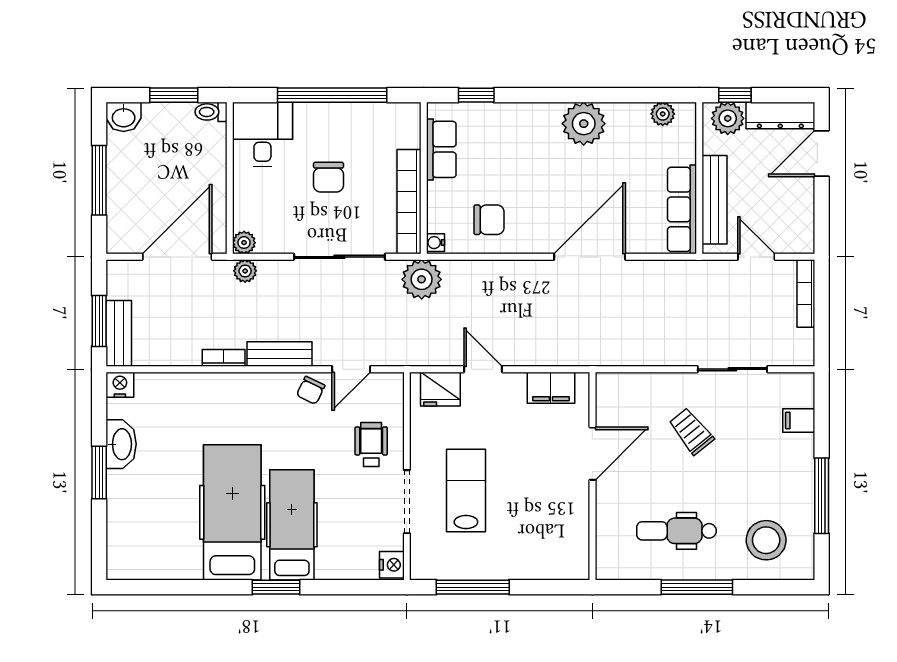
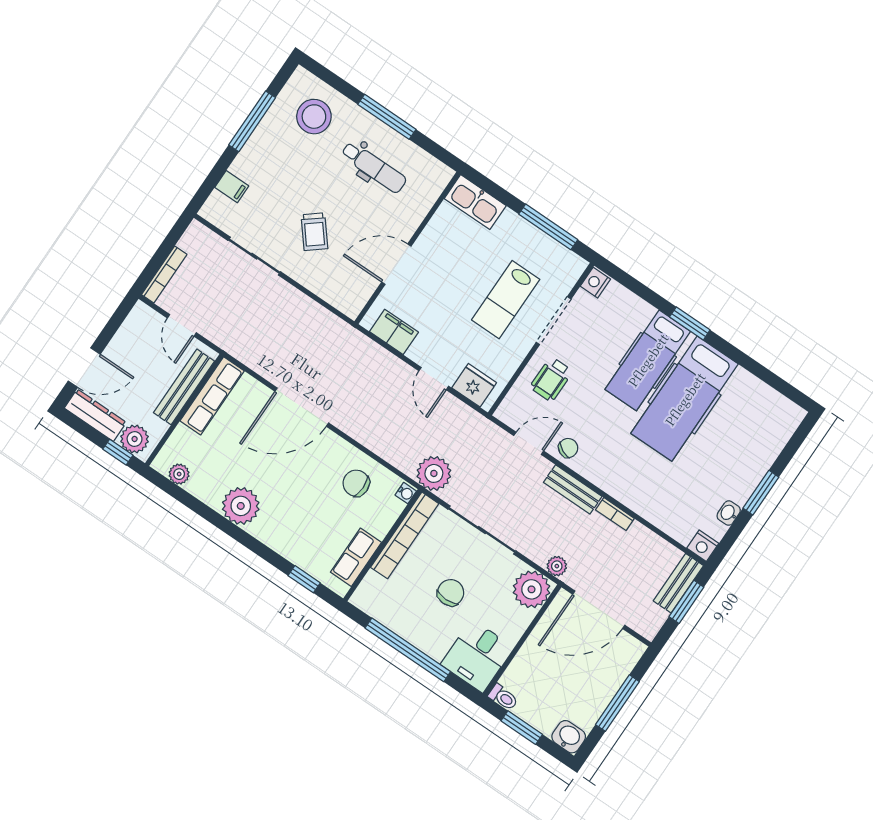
plant: (244, 243) -> (532, 589), width x1.88, depth x1.88
washbasin: (121, 444) -> (729, 513), width x0.52, depth x0.69
kitchen sink: (558, 563) -> (475, 202), added

